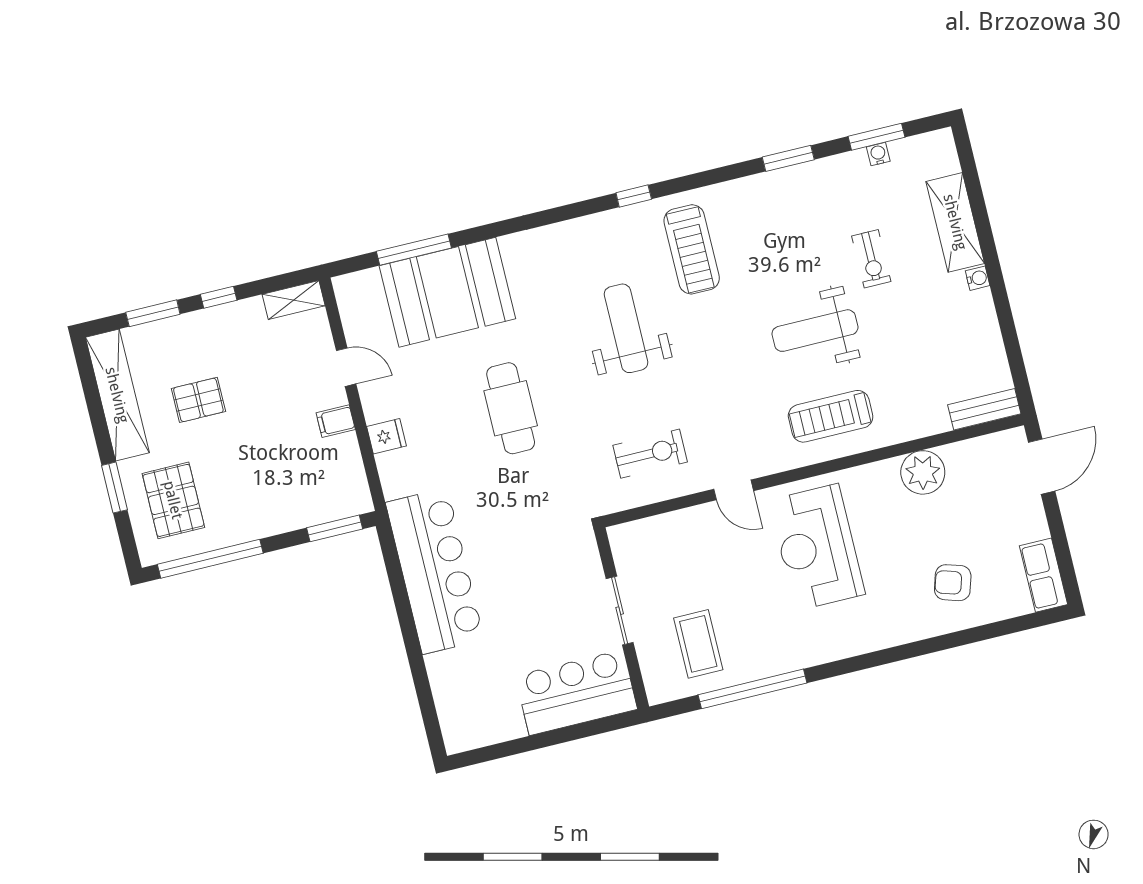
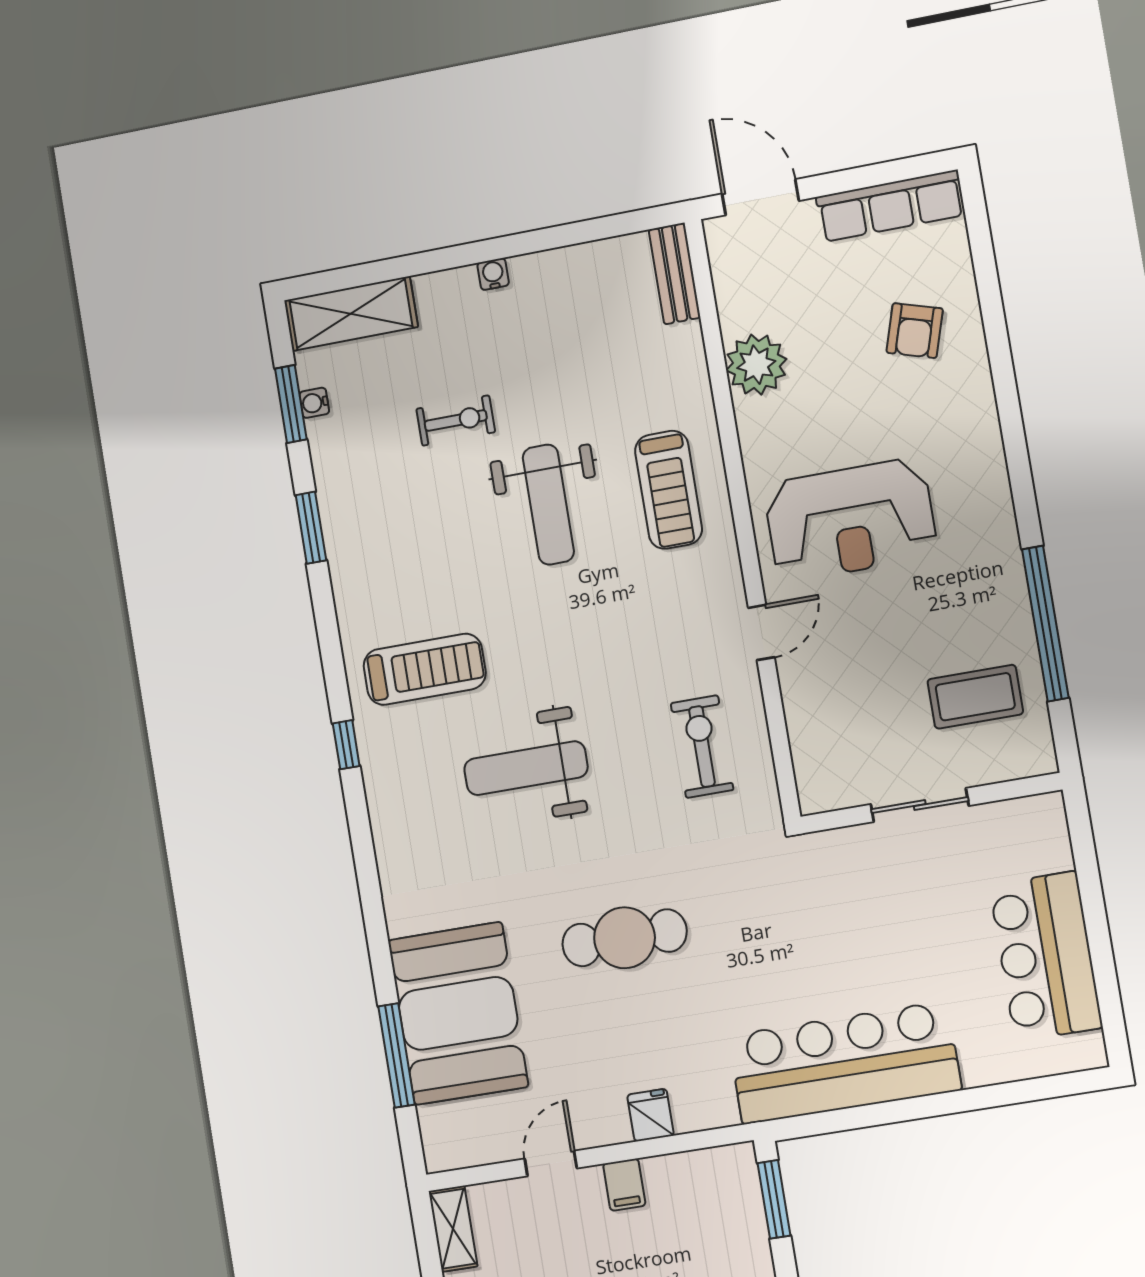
shelving: (955, 222) -> (351, 314), moved
row of seats: (1044, 575) -> (890, 206), width x1.48
bar counter: (576, 693) -> (1046, 956), moved

